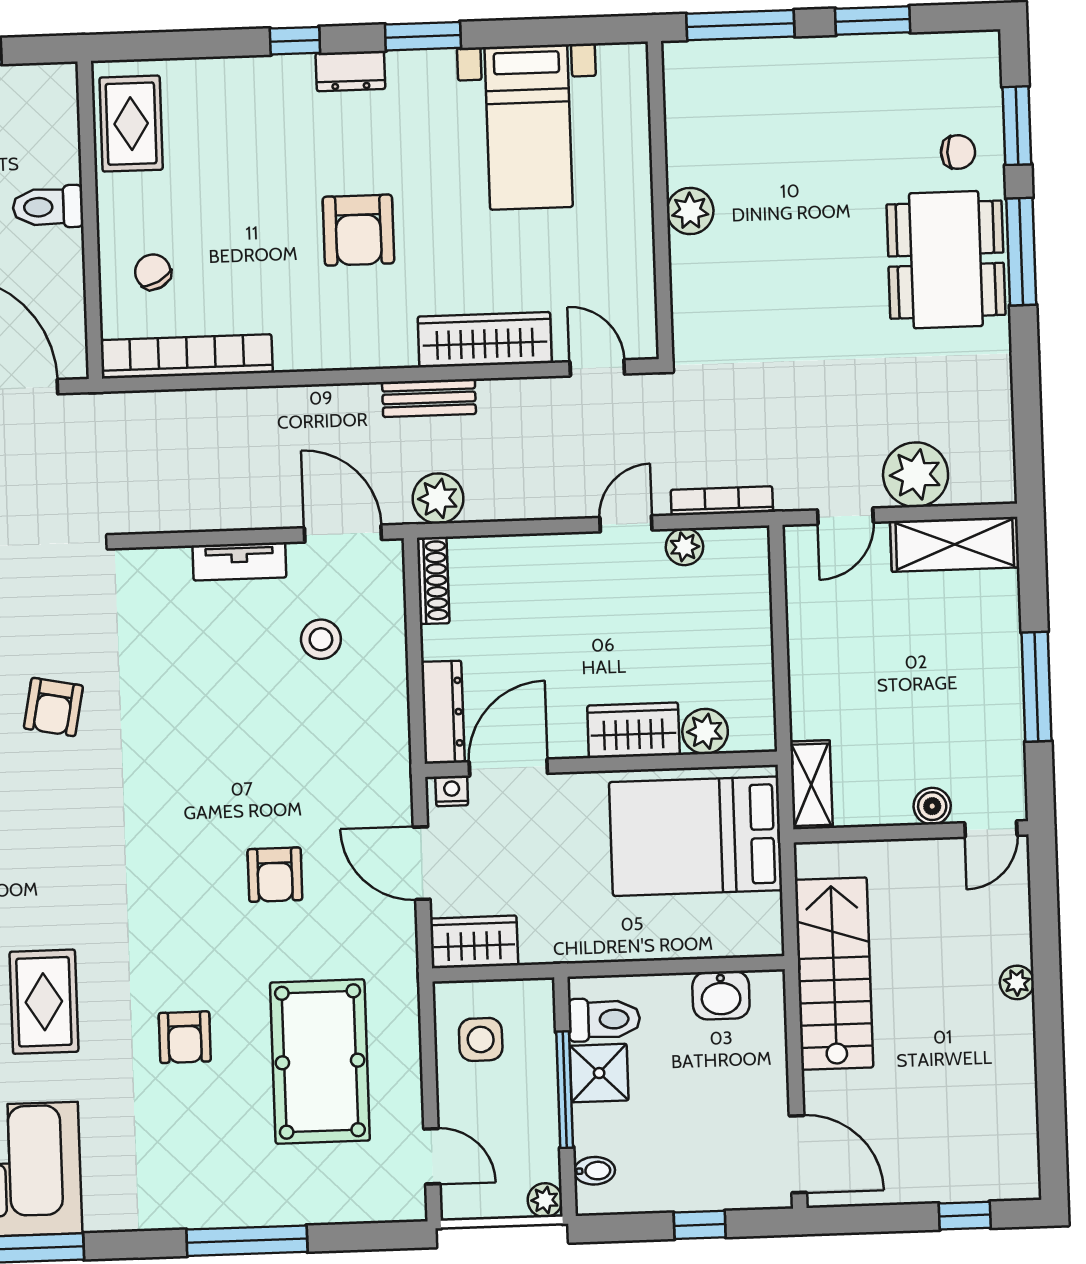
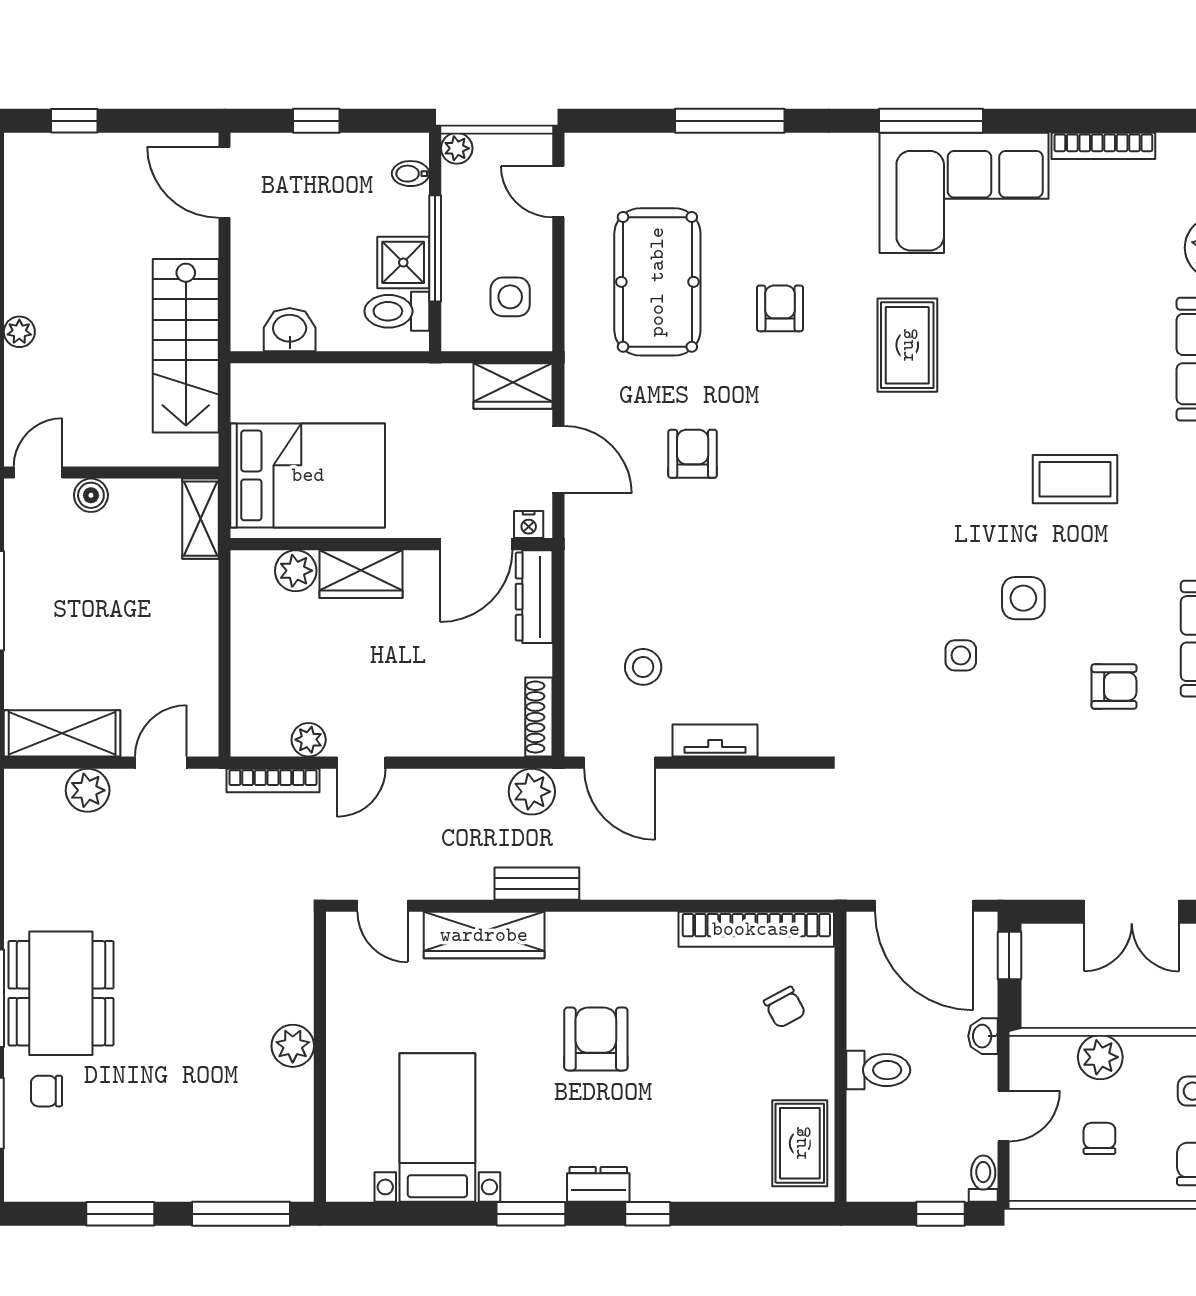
plant: (916, 475) -> (88, 790), width x0.73, depth x0.73
armchair: (53, 707) -> (889, 614), removed

